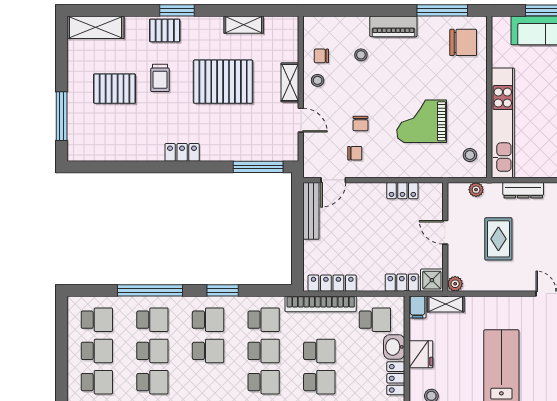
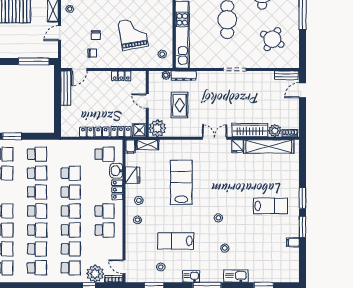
door: (301, 120) -> (60, 33), swing flipped
grand piano: (422, 121) -> (133, 34), turned 80
dresser: (523, 190) -> (184, 76), moved
locker: (332, 283) -> (94, 132), moved
plant: (455, 284) -> (157, 128), width x1.87, depth x1.87
bookcase: (321, 304) -> (72, 145), removed

